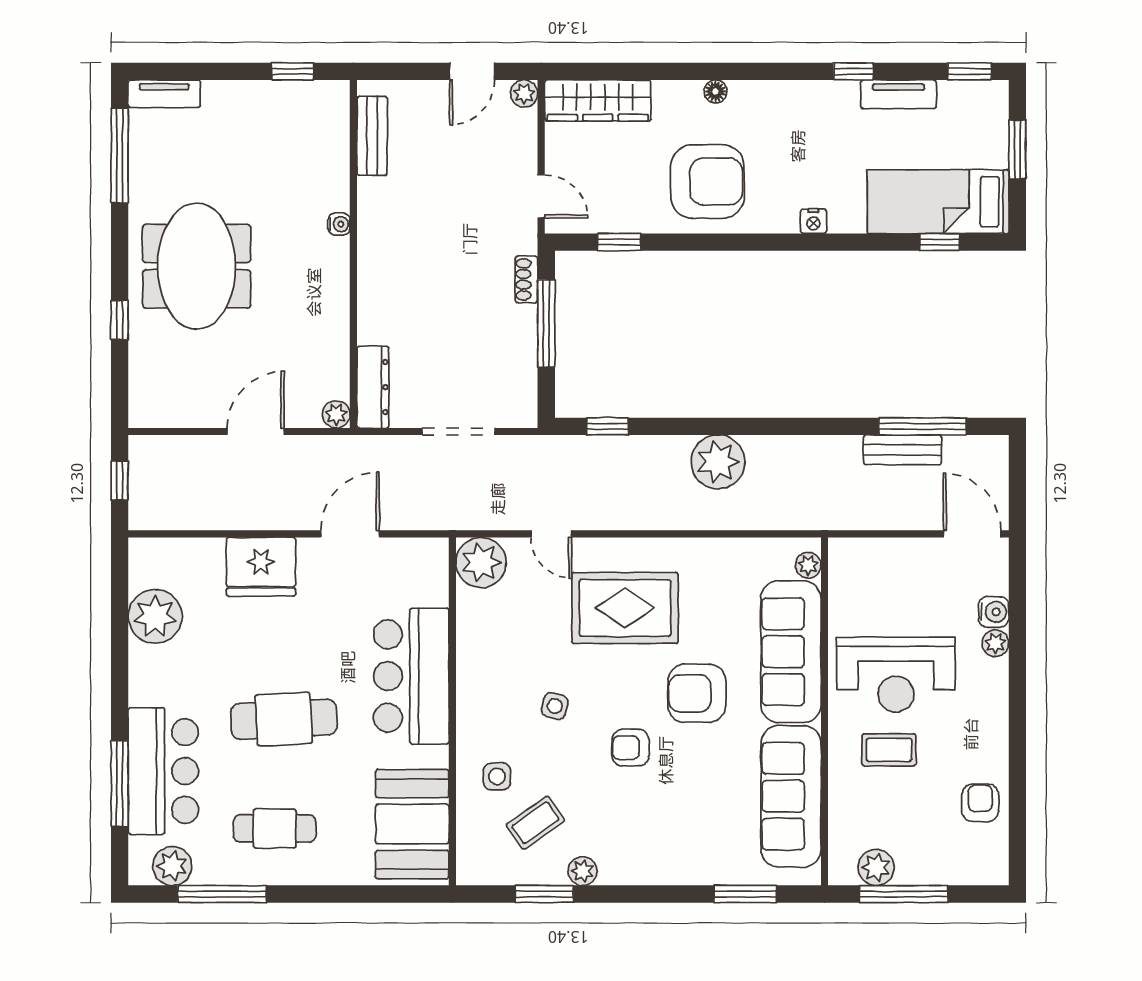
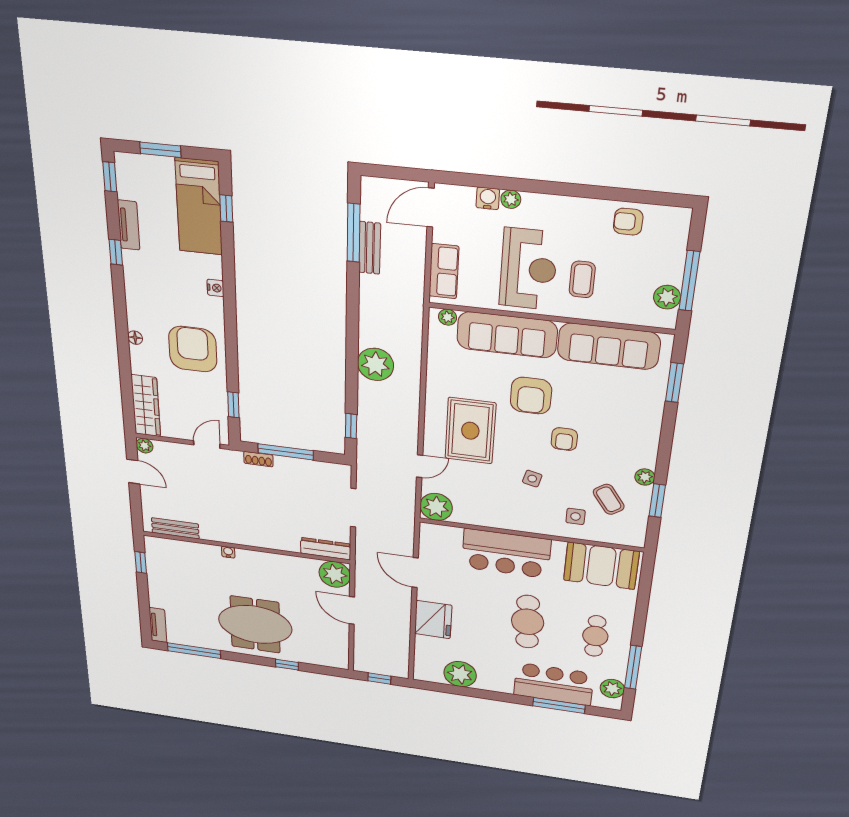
plant: (336, 414) -> (335, 574), width x1.88, depth x1.88
row of seats: (879, 557) -> (444, 271), added

